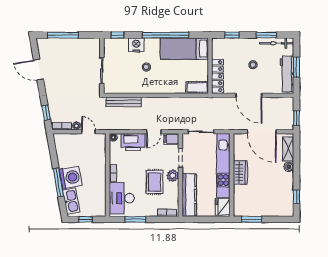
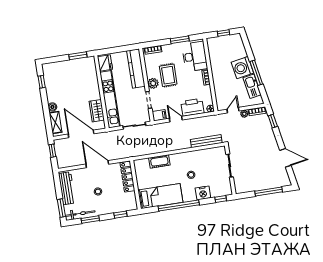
window: (296, 67) -> (61, 208), moved
cot: (197, 88) -> (159, 161), moved
door: (88, 132) -> (233, 110), swing flipped
door: (154, 132) -> (176, 119), hinge flipped
wardrobe: (240, 172) -> (97, 111), moved
window: (58, 182) -> (256, 73), moved
kitchen sink: (71, 201) -> (252, 86), moved

